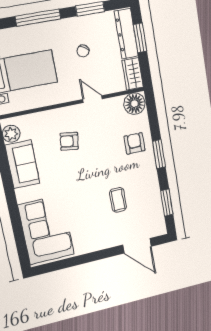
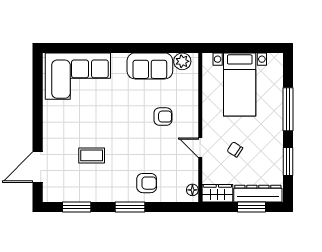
chair: (83, 51) -> (235, 149), moved
door: (93, 99) -> (200, 148), swing flipped
floor lamp: (134, 104) -> (192, 190), width x0.53, depth x0.53
armchair: (69, 141) -> (163, 117), turned 82

